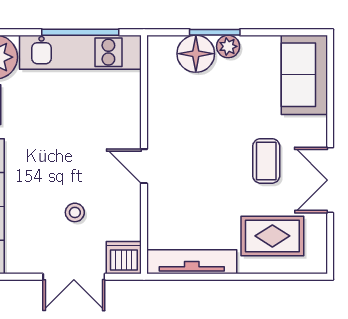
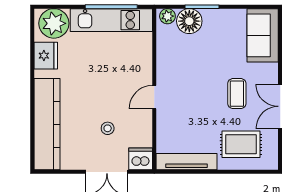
plant: (228, 46) -> (167, 16), moved
door: (144, 166) -> (154, 97), hinge flipped

